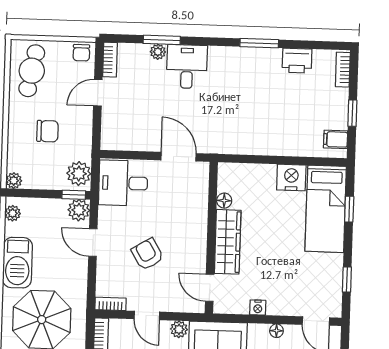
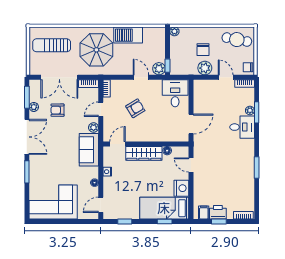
printer: (297, 61) -> (218, 212), moved, turned 90
door: (251, 159) -> (191, 165), added
plant: (79, 174) -> (205, 68), moved
plant: (13, 213) -> (156, 31), removed
door: (93, 242) -> (141, 77), hinge flipped

